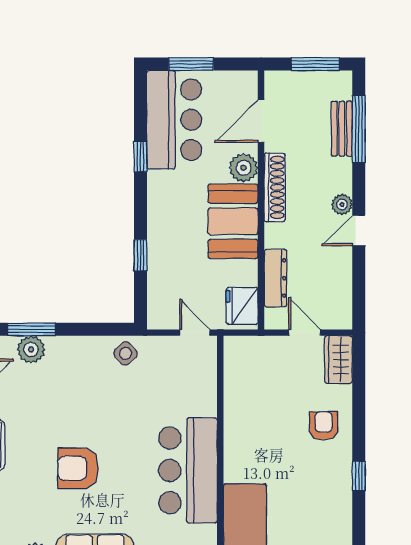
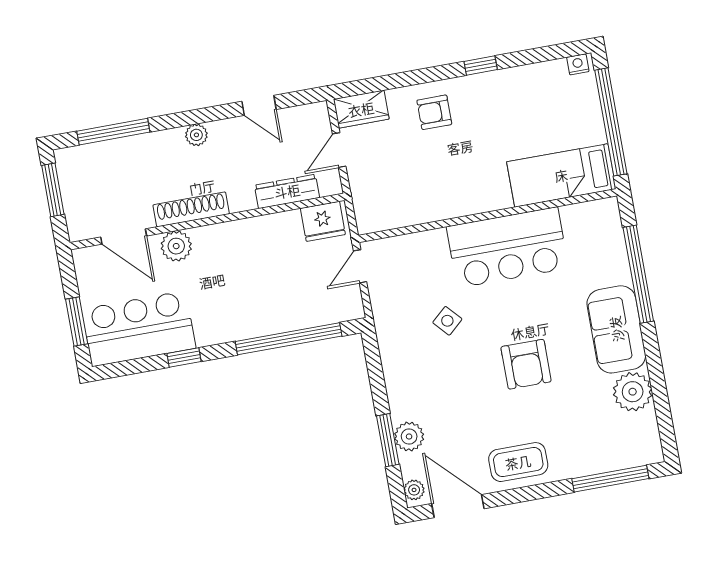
bench: (342, 129) -> (116, 150), removed
booth: (233, 221) -> (235, 247), removed
door: (359, 231) -> (259, 105), moved
window: (140, 255) -> (289, 339), width x3.17
side table: (125, 353) -> (447, 321), moved

